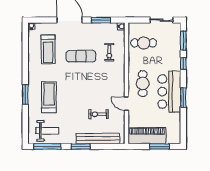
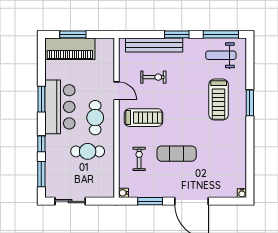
cafe table: (144, 43) -> (88, 151), moved
treadmill: (48, 49) -> (143, 118), moved, turned 90
piano: (147, 136) -> (70, 49), moved

